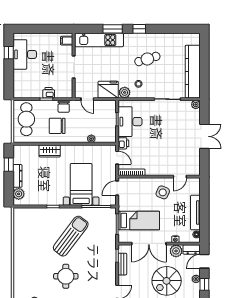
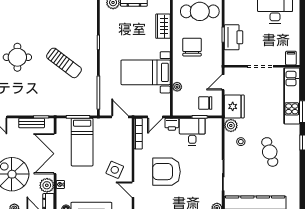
printer: (49, 93) -> (233, 37), width x1.87, depth x1.48
chair: (64, 107) -> (205, 103), moved
desk: (130, 122) -> (192, 132), width x0.73
armchair: (164, 148) -> (166, 172), added
wardrobe: (50, 151) -> (163, 26), moved
bed with nightstands: (81, 184) -> (146, 72), moved, turned 180
sun lounger: (71, 236) -> (64, 63), width x0.73, depth x0.75

